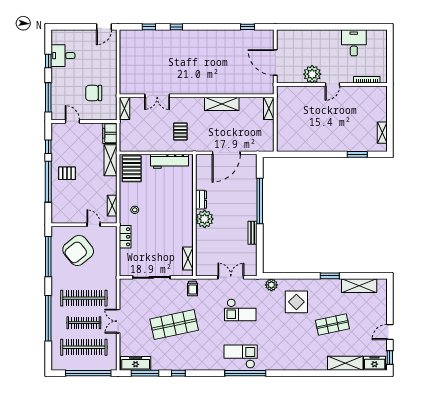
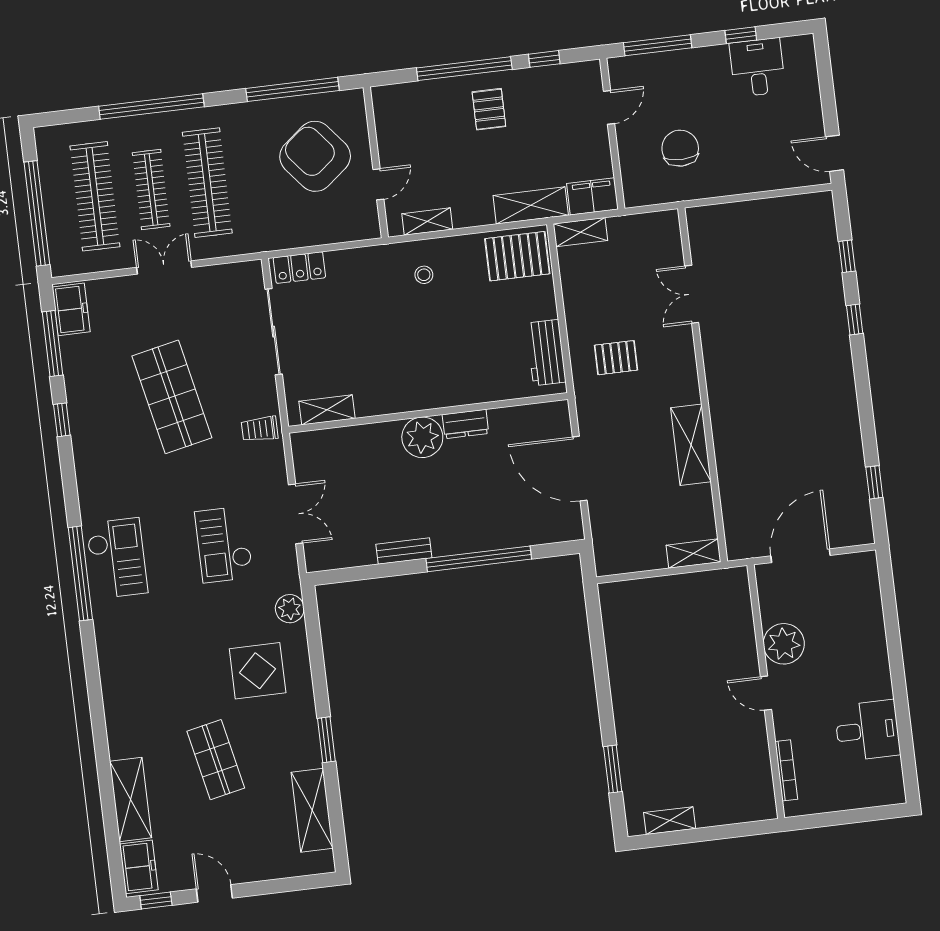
shelving: (125, 108) -> (580, 232), moved
workbench: (169, 161) -> (546, 353), width x0.73
locker: (125, 237) -> (299, 268), moved
freezer: (136, 363) -> (71, 309), width x0.71

